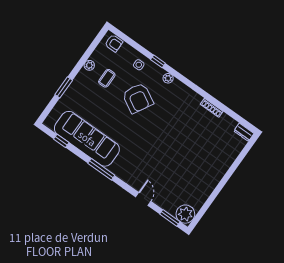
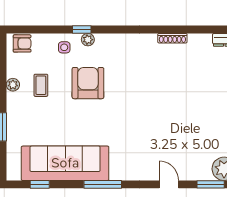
plant: (168, 78) -> (88, 40), moved
armchair: (138, 98) -> (88, 83), turned -119

